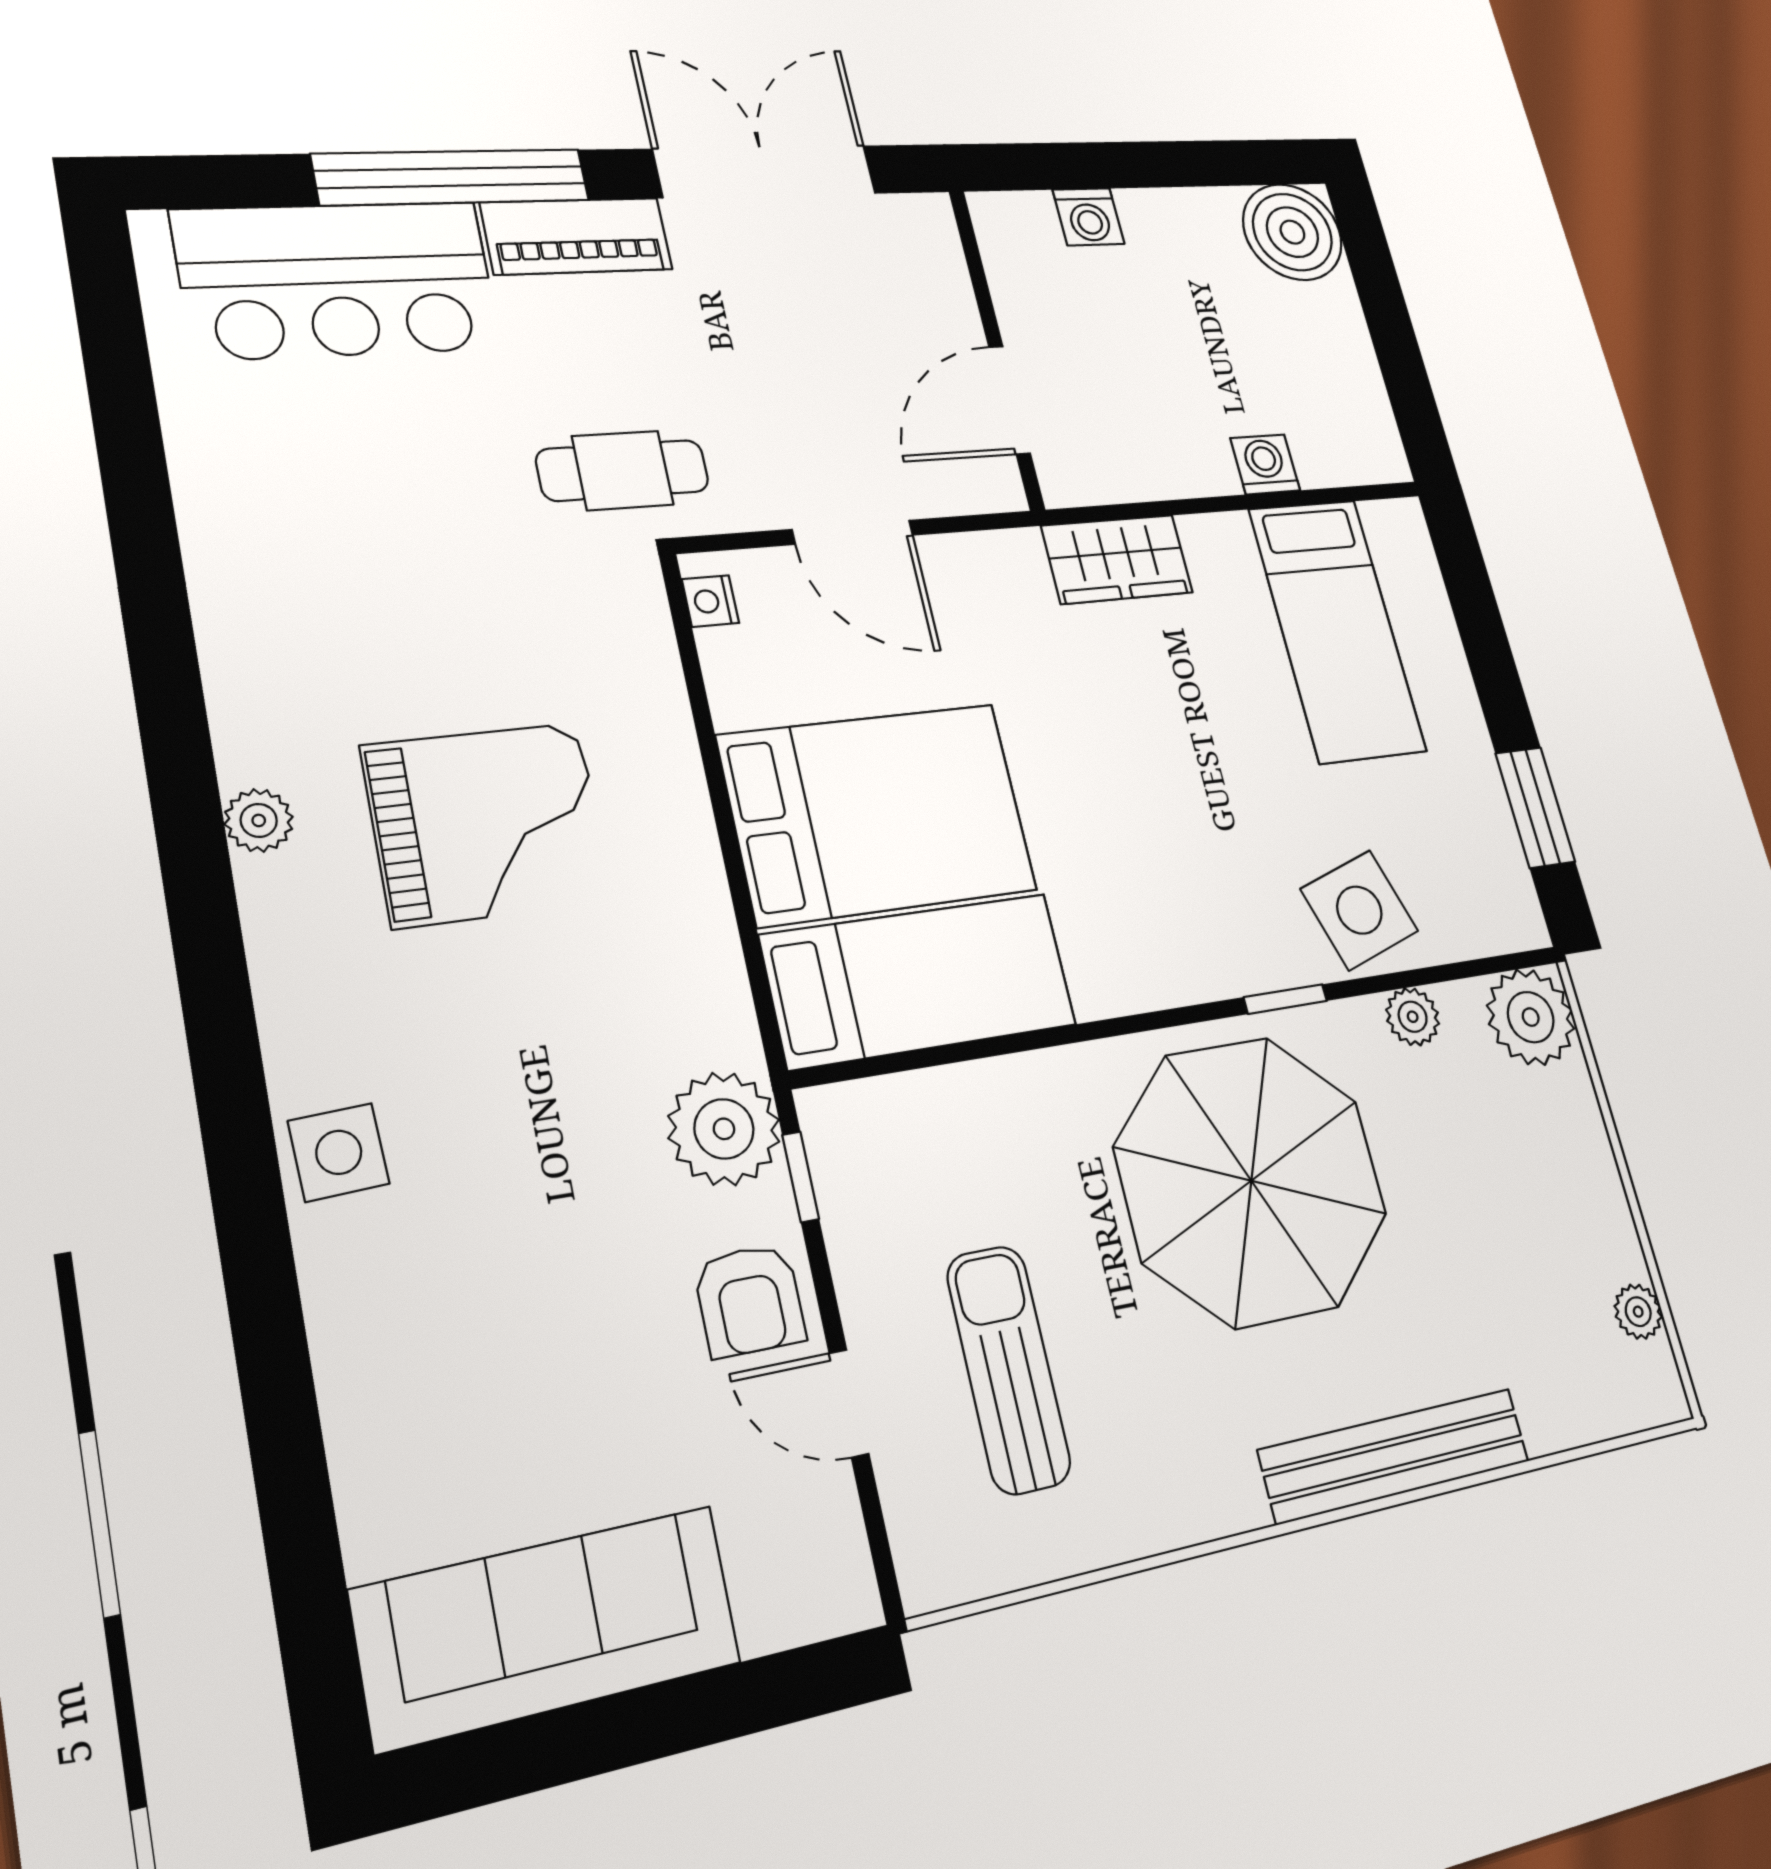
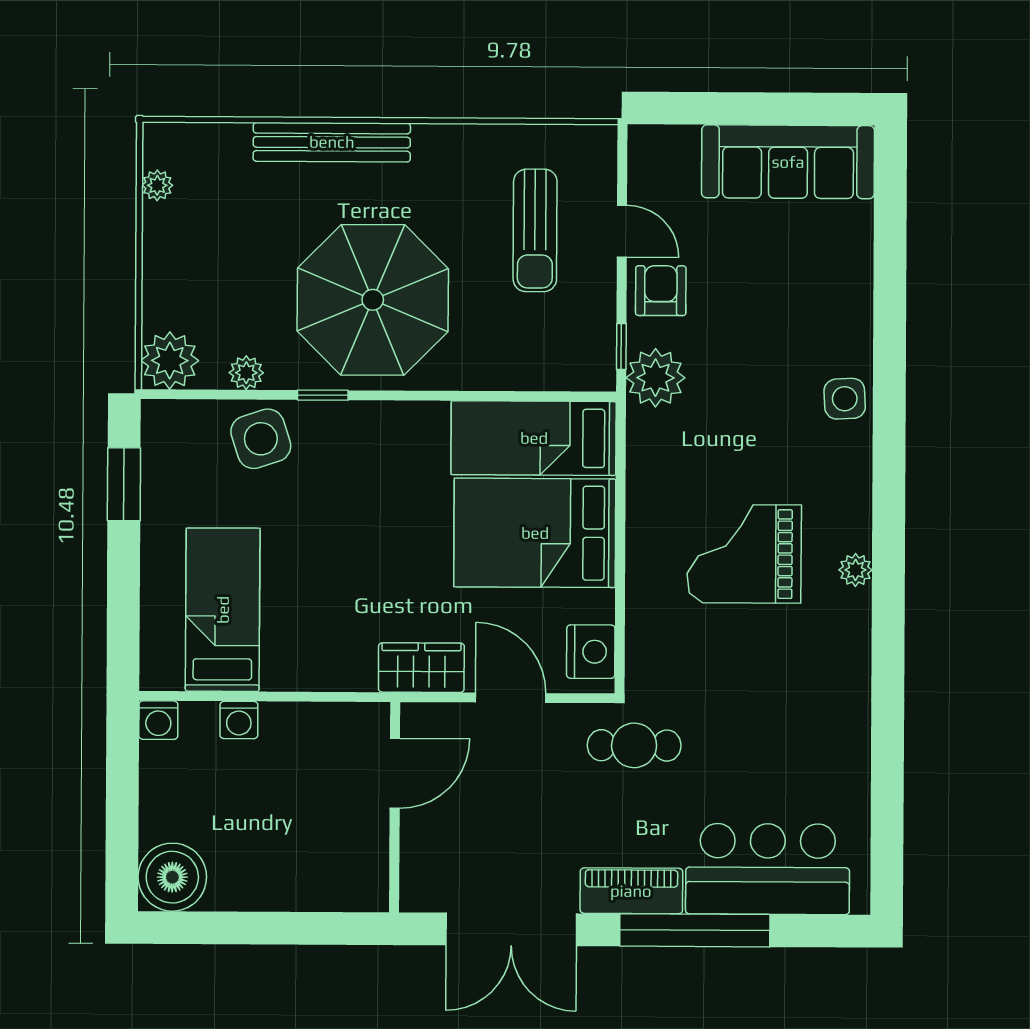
washing machine: (1089, 217) -> (158, 720), moved, turned 180
wardrobe: (1117, 559) -> (421, 668), moved
nightstand: (710, 601) -> (591, 652), width x1.89, depth x1.79

